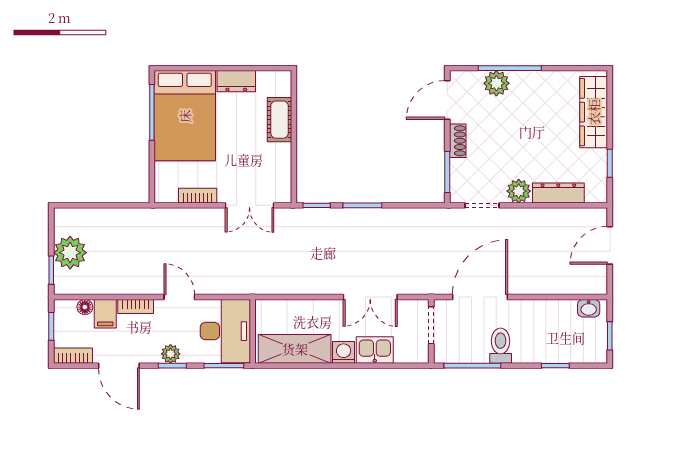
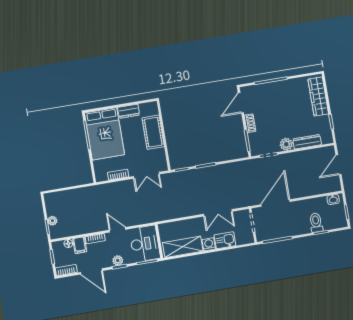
plant: (496, 83) -> (265, 90), removed
cot: (279, 120) -> (153, 132), width x1.37, depth x1.34
plant: (70, 253) -> (52, 221), width x0.53, depth x0.53
toilet: (501, 346) -> (316, 223), moved

